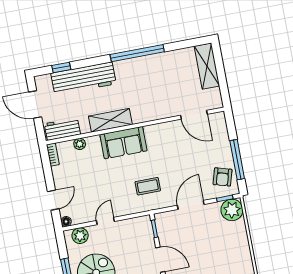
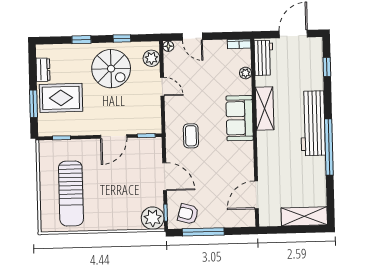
workbench: (83, 79) -> (313, 123), moved

